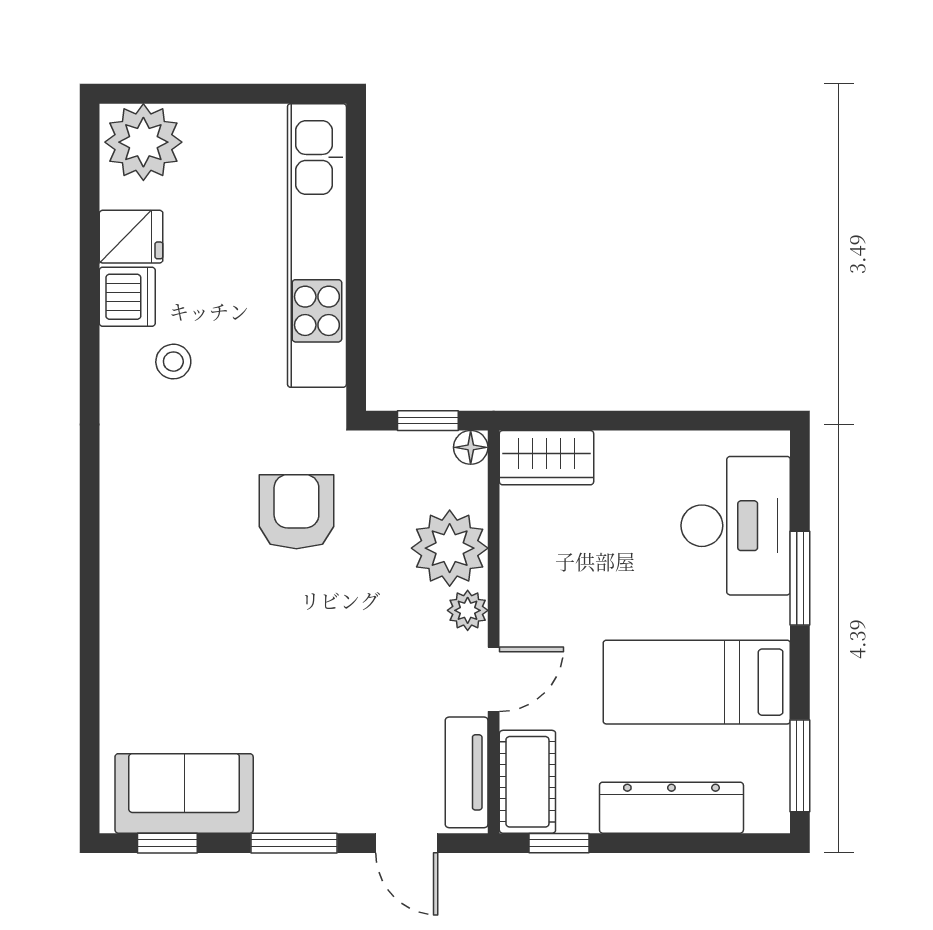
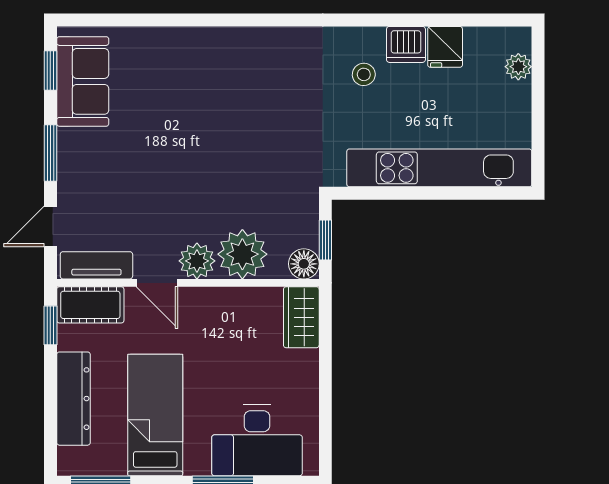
plant: (143, 142) -> (518, 67), width x0.53, depth x0.53
floor lamp: (471, 447) -> (304, 264), width x1.37, depth x1.37
armchair: (296, 512) -> (266, 155), removed
plant: (468, 610) -> (197, 261), width x1.38, depth x1.38

